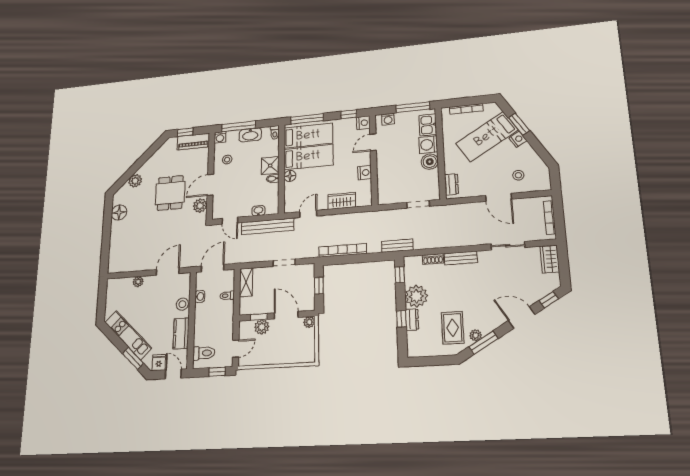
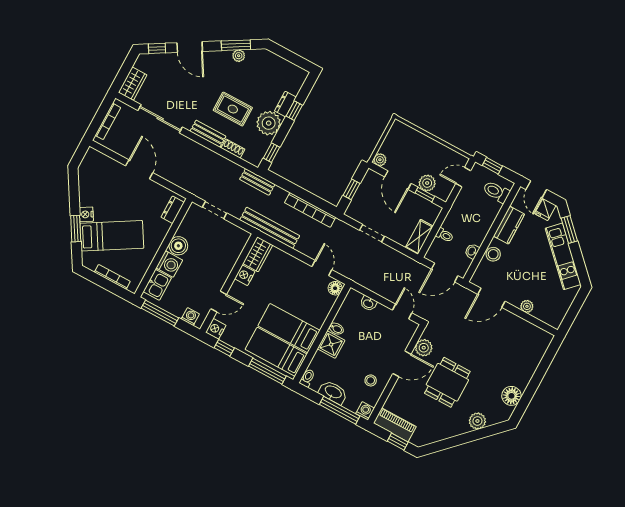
stool: (518, 175) -> (109, 179), removed
floor lamp: (290, 176) -> (335, 288), moved
wardrobe: (342, 201) -> (258, 254), moved, turned -90
door: (308, 214) -> (322, 268), swing flipped
bench: (268, 226) -> (270, 228), moved
sliding door: (508, 246) -> (160, 119), width x1.37
rug: (453, 328) -> (233, 109), moved, turned 90

